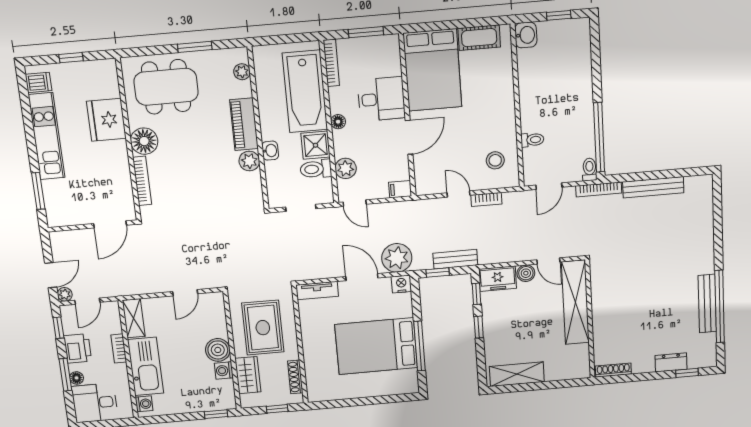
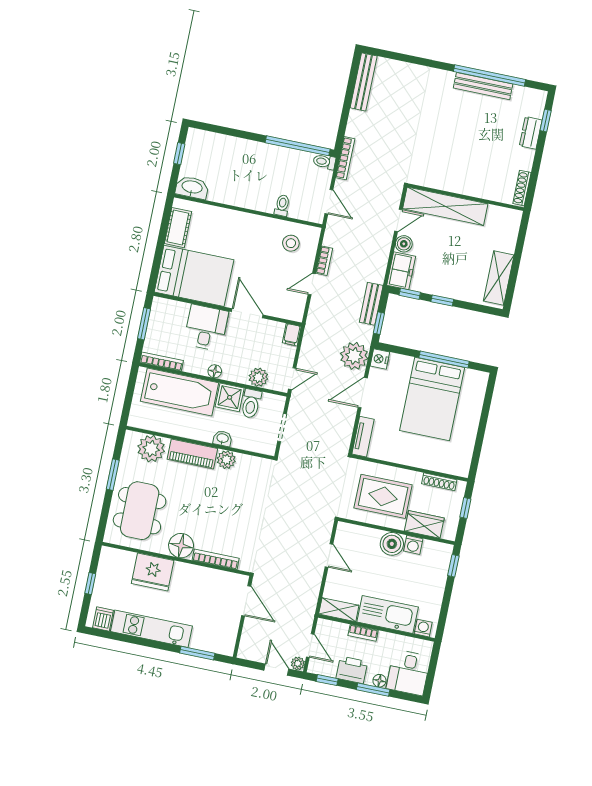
washbasin: (526, 35) -> (192, 187), width x1.38
plant: (242, 72) -> (151, 449), width x1.87, depth x1.87
bench: (653, 187) -> (364, 82), moved

